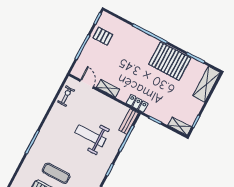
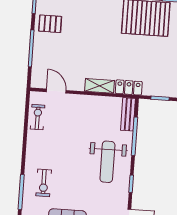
shelving: (108, 88) -> (100, 86), moved
weight bench: (90, 136) -> (107, 162), moved, turned -90
exercise bike: (50, 143) -> (44, 183), added

